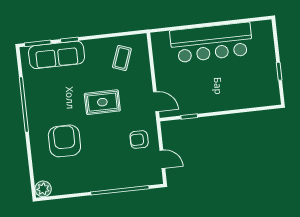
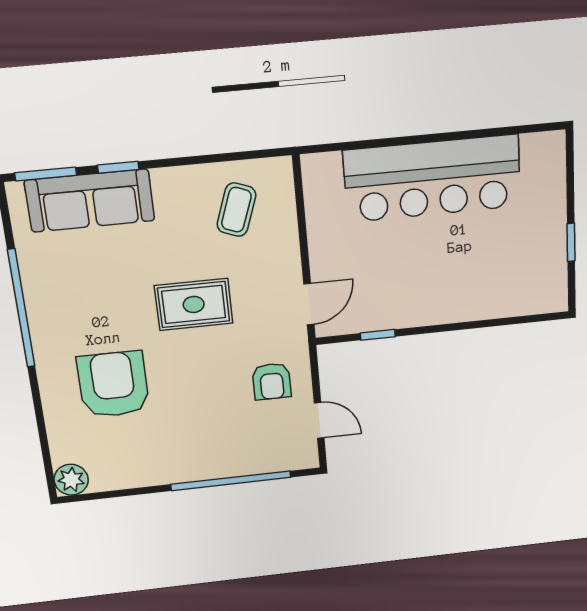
door: (156, 102) -> (309, 304), hinge flipped
armchair: (139, 139) -> (272, 381), turned -90

